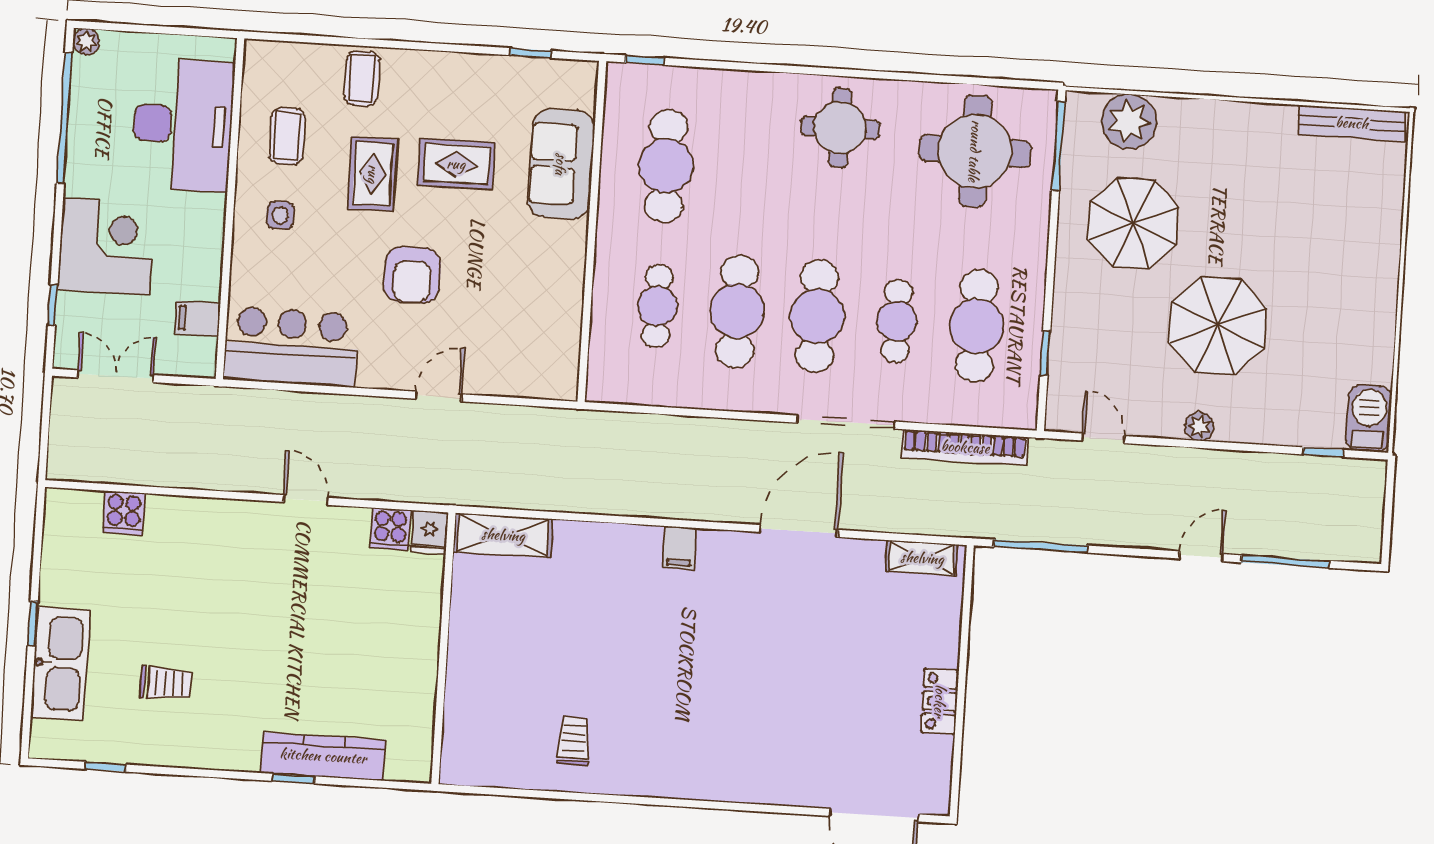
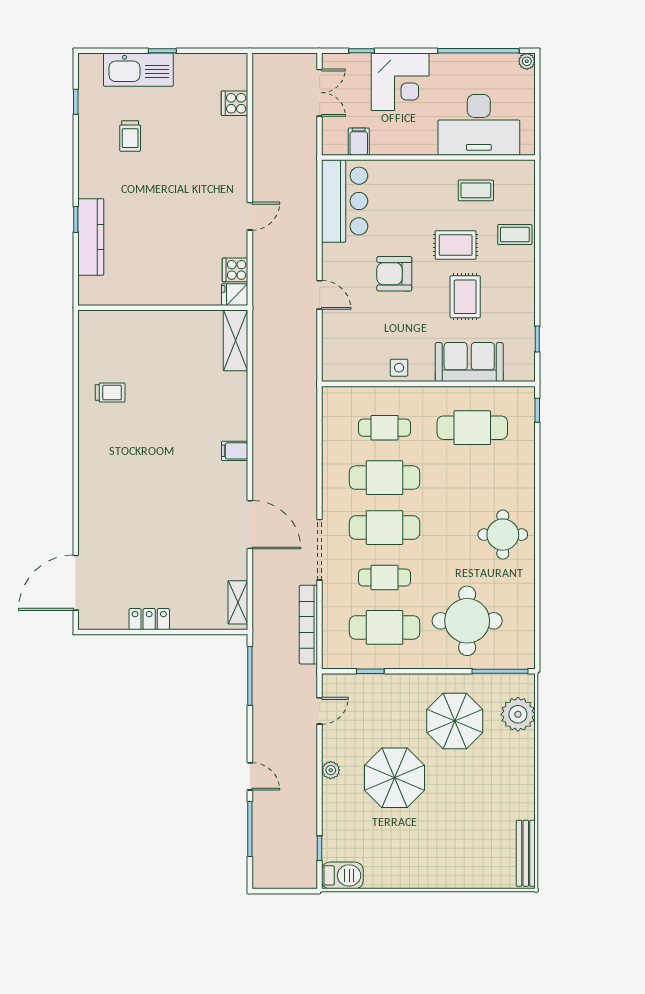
round table: (975, 151) -> (467, 621), moved
side table: (280, 215) -> (399, 368), moved

